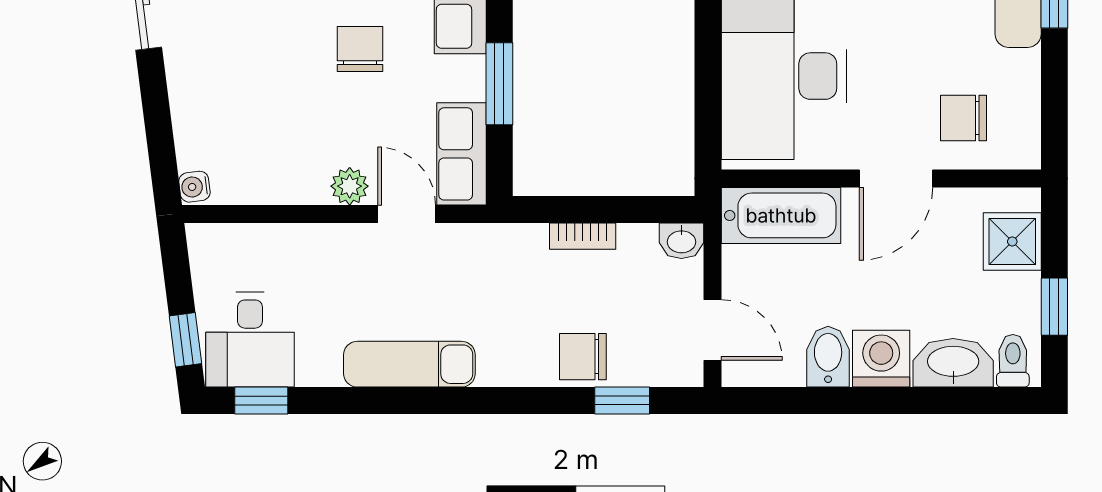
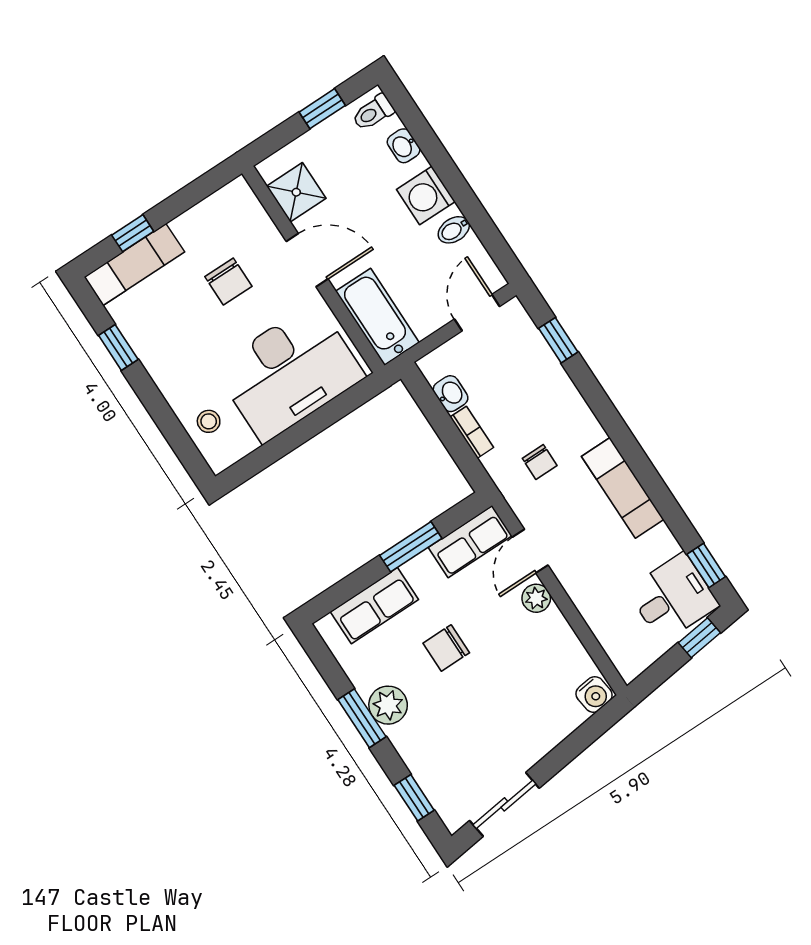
chair: (964, 118) -> (228, 281), moved
water cooler: (194, 187) -> (594, 694), width x1.38, depth x1.38
washbasin: (681, 241) -> (451, 394), moved
shower: (1012, 241) -> (296, 192), moved
chair: (583, 357) -> (540, 462), moved, width x0.73, depth x0.73
bidet: (828, 357) -> (454, 230), width x0.72, depth x0.74
washbasin: (953, 363) -> (404, 146), width x0.52, depth x0.69

